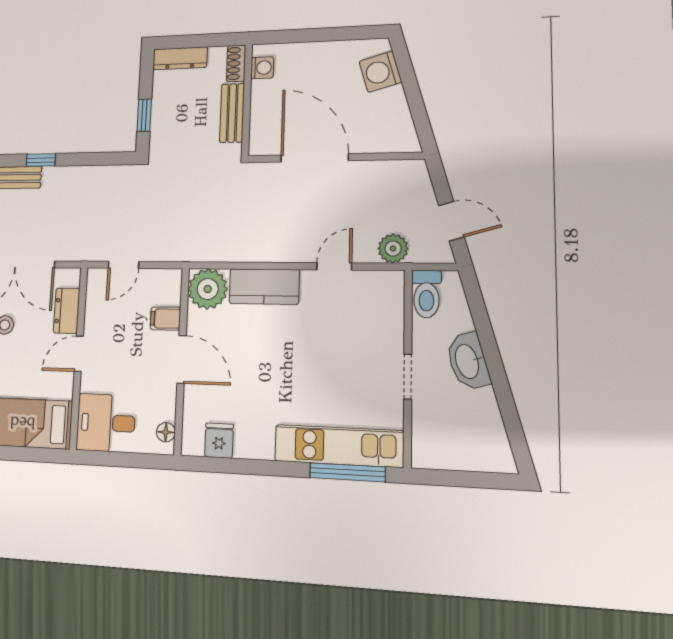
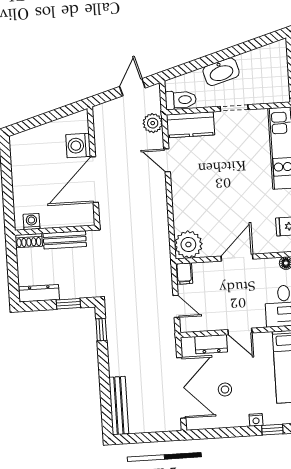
dresser: (180, 58) -> (39, 293), moved, turned -90
washing machine: (380, 72) -> (78, 146), moved, turned 106
window: (41, 160) -> (101, 330), moved
kitchen counter: (264, 287) -> (190, 125), moved, turned 90
filing cabinet: (165, 319) -> (184, 274), moved

